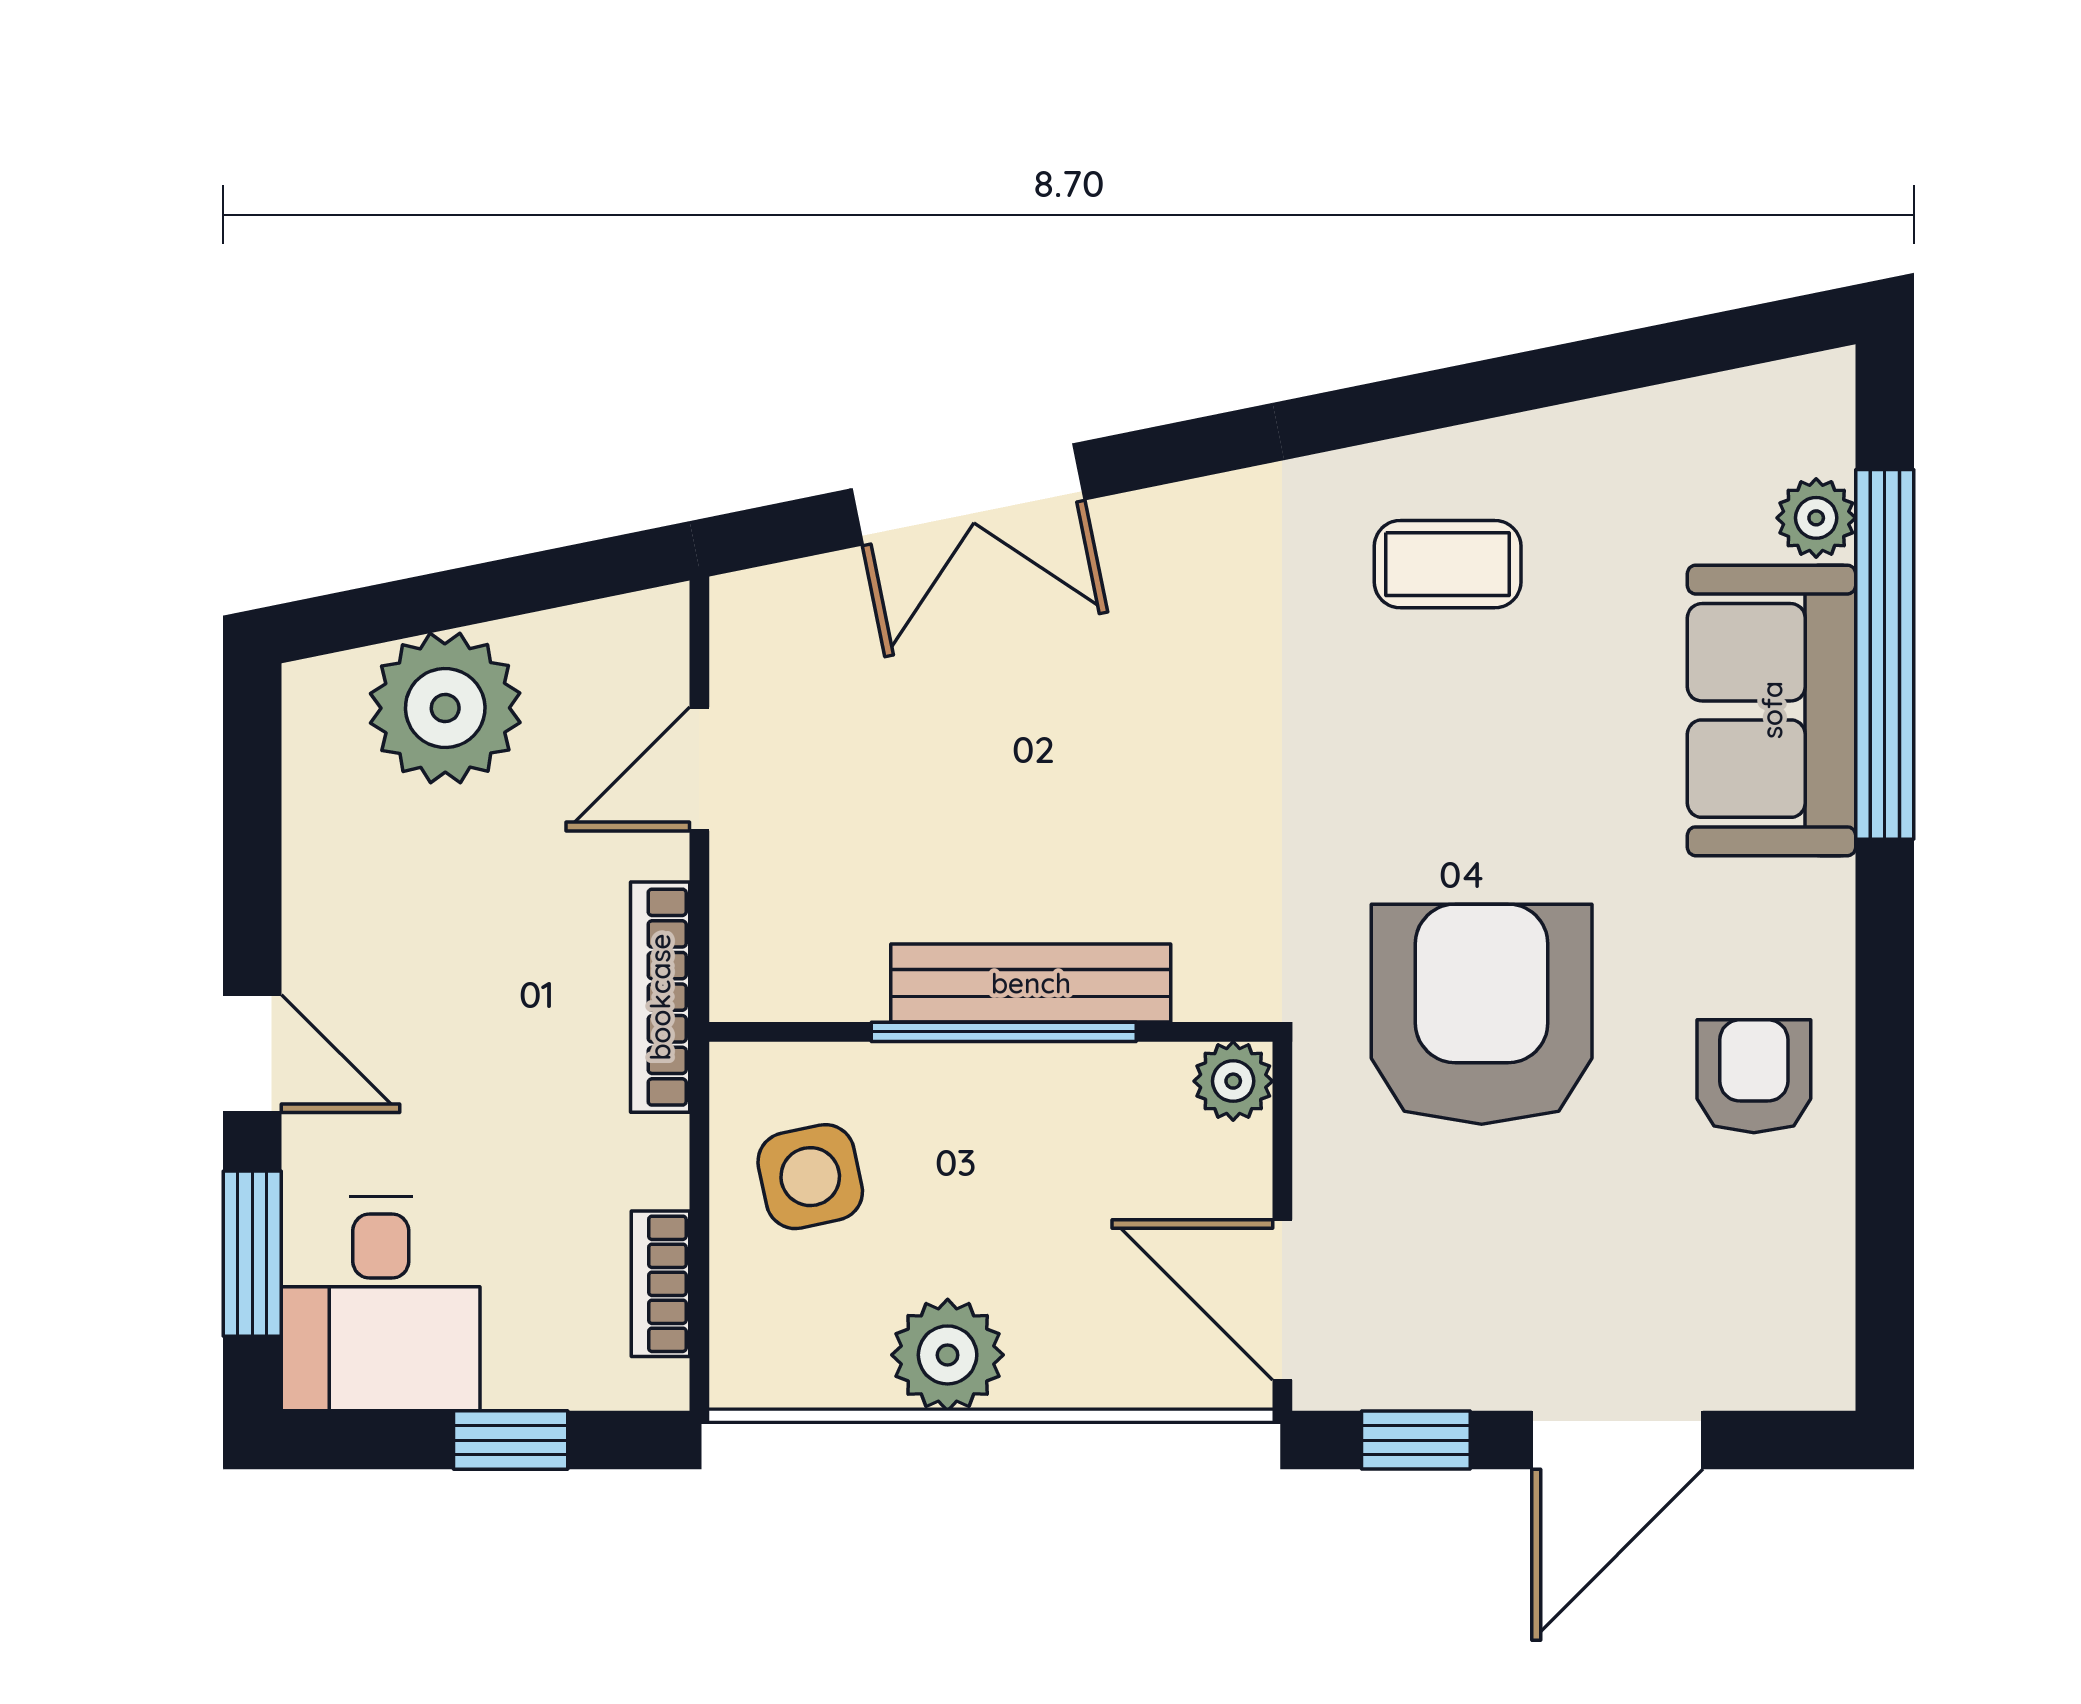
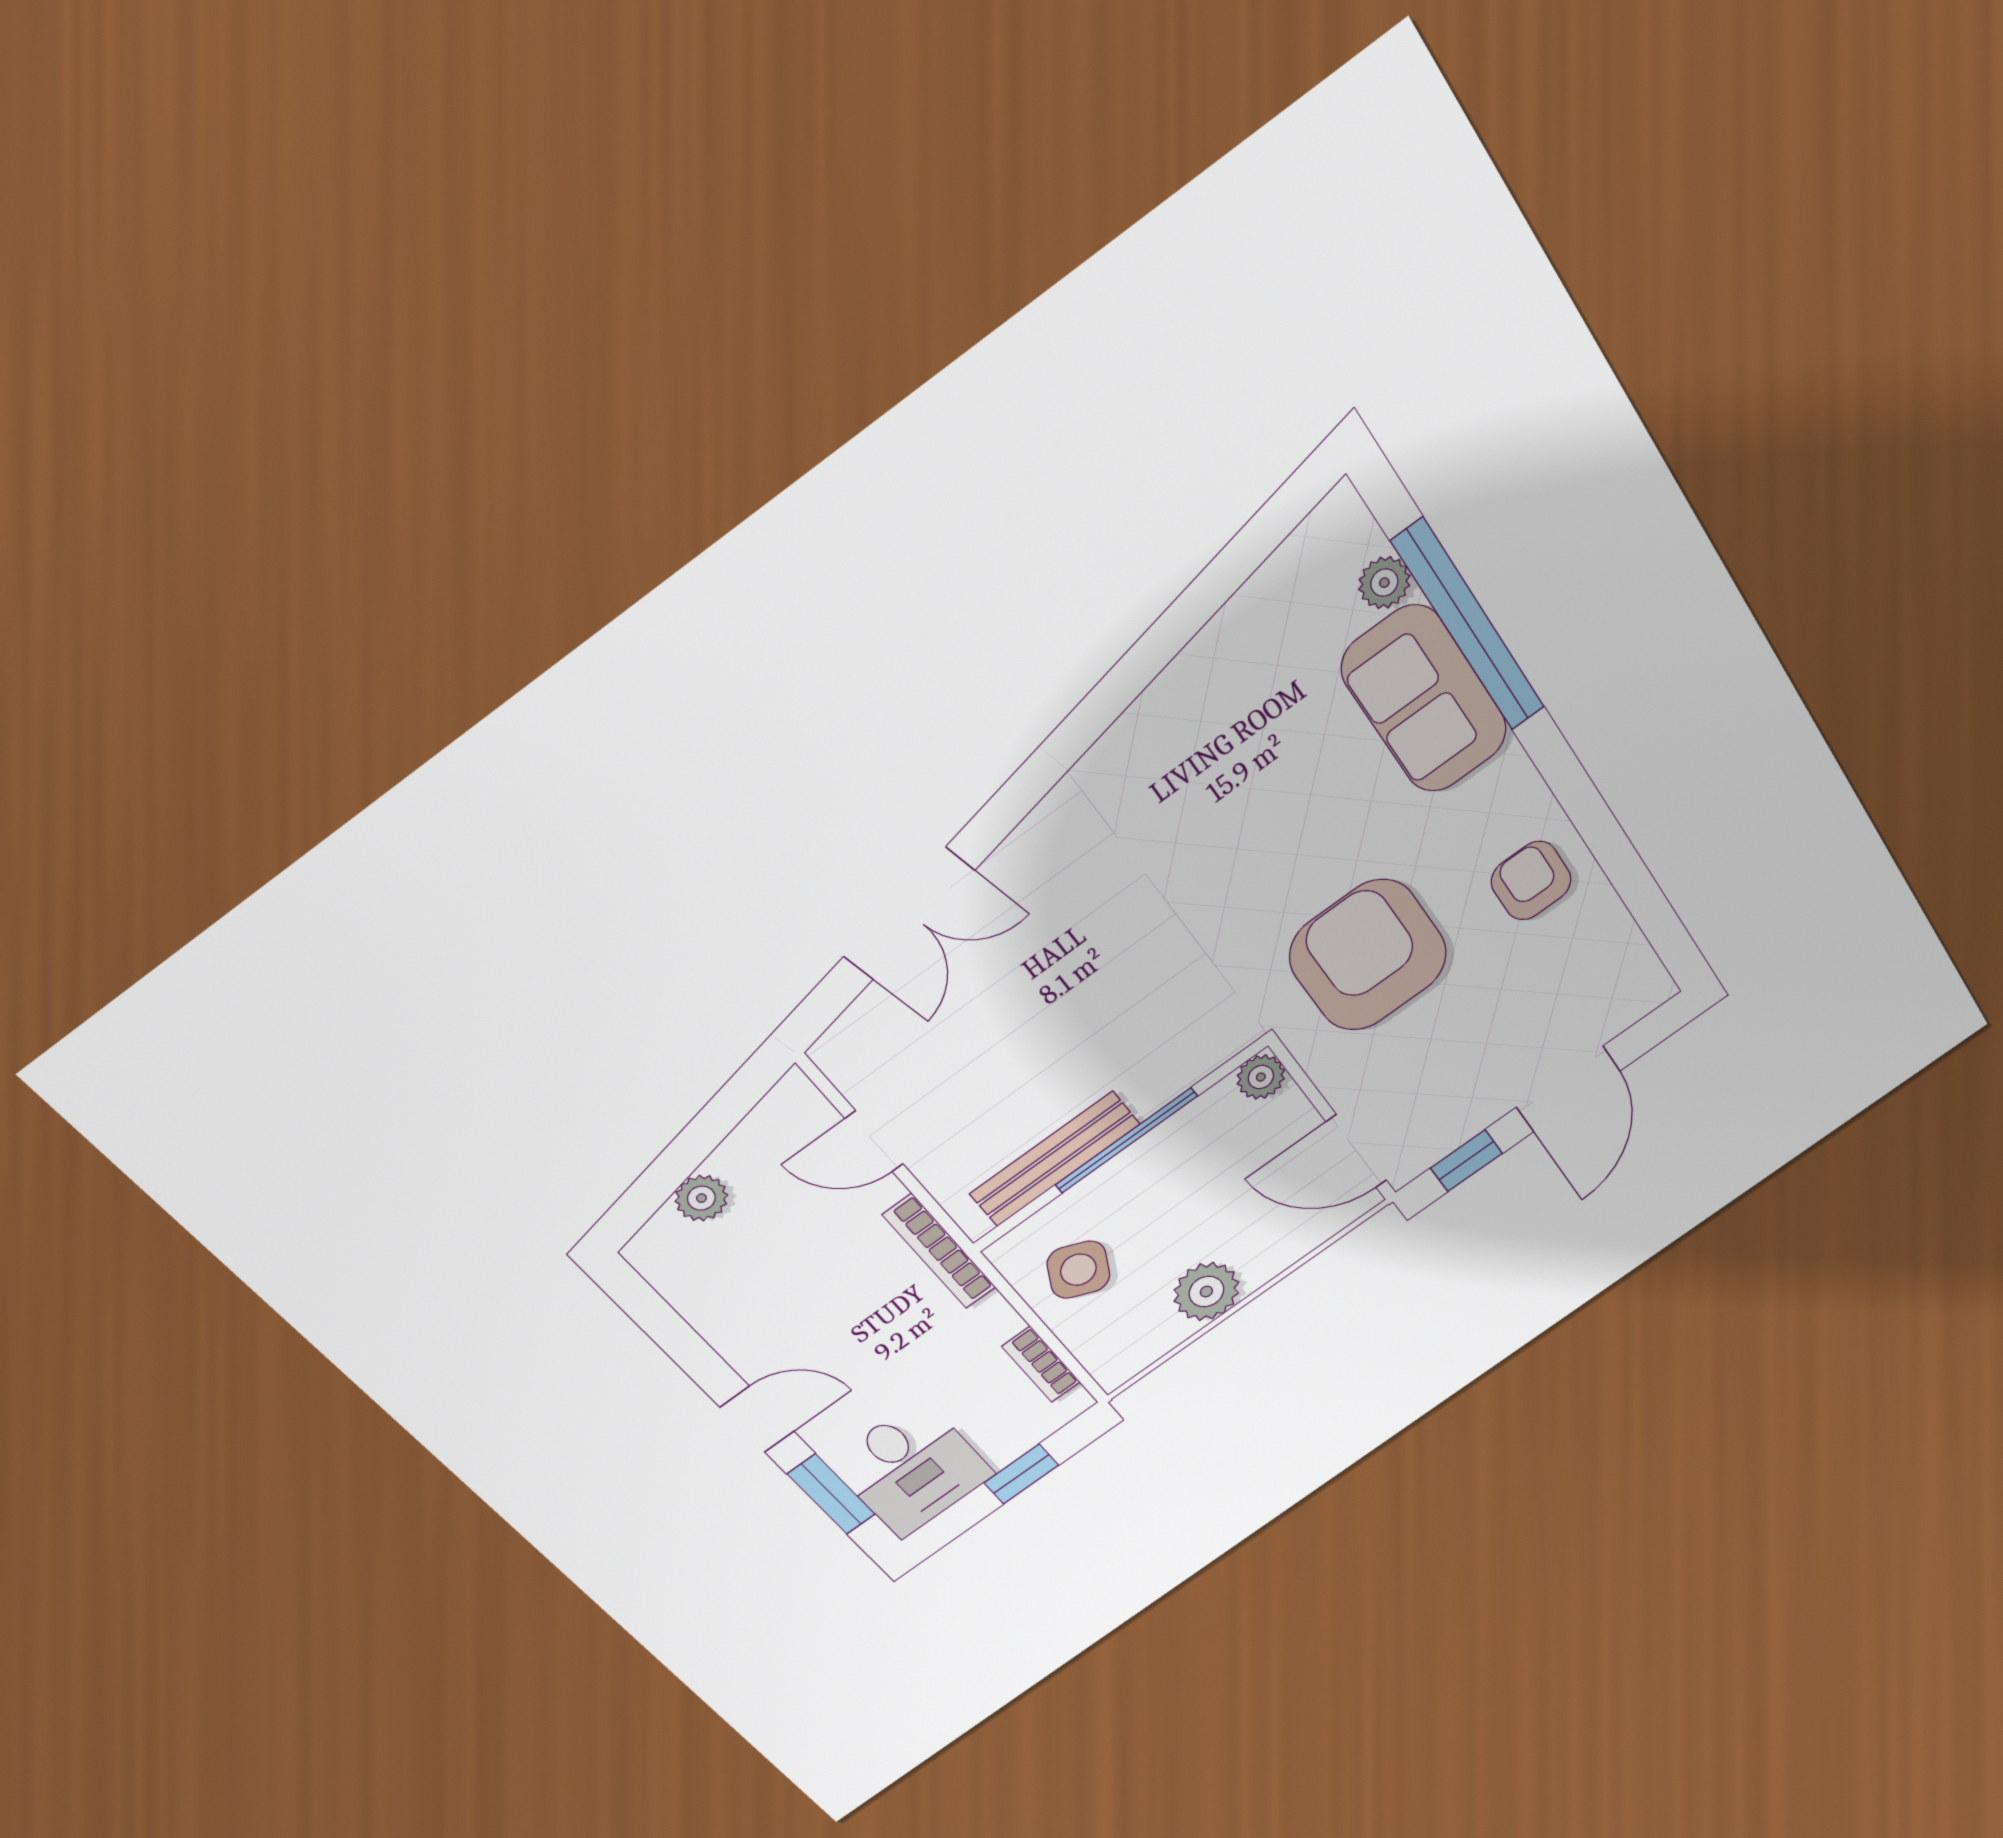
coffee table: (1448, 564) -> (1196, 756), removed
plant: (445, 708) -> (701, 1198), width x0.53, depth x0.53
door: (699, 769) -> (874, 1141), hinge flipped
bench: (1031, 983) -> (1055, 1159), moved
side table: (810, 1177) -> (1078, 1270), turned 37

